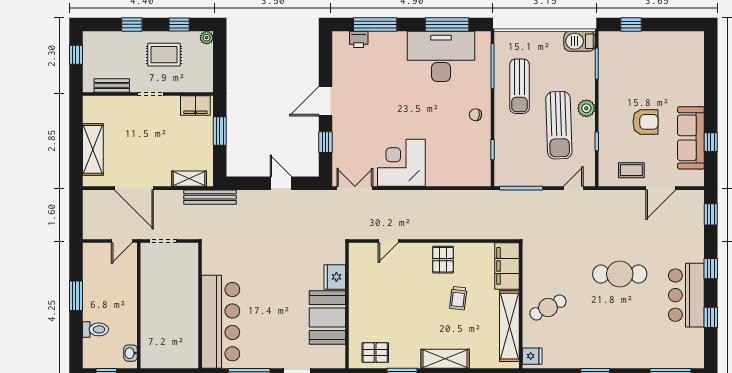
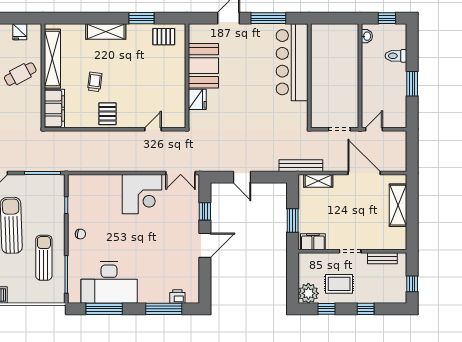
plant: (207, 38) -> (308, 293), width x1.88, depth x1.88
fridge: (532, 356) -> (20, 32), moved, turned -90

